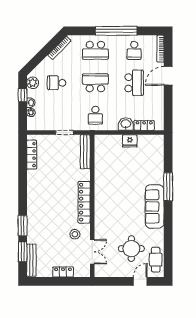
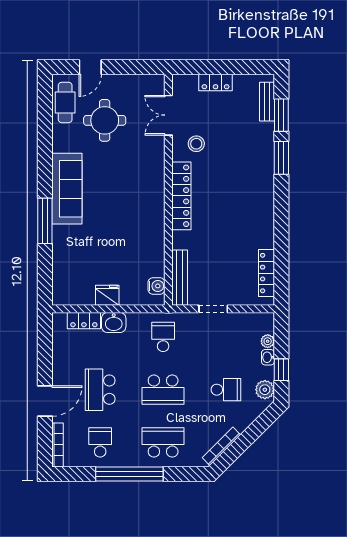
water cooler: (99, 147) -> (156, 286), added
bench: (31, 260) -> (267, 102), width x0.73

